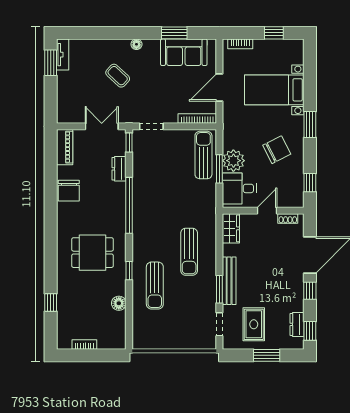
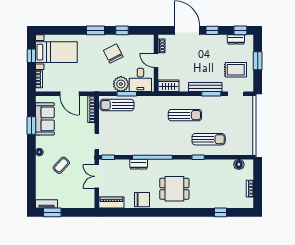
bed with nightstands: (274, 90) -> (56, 52), moved, turned -90
dresser: (119, 169) -> (139, 164), moved
window: (310, 183) -> (122, 30), moved
dining table: (92, 253) -> (174, 189), moved, turned 90
floor lamp: (119, 303) -> (239, 164), moved

